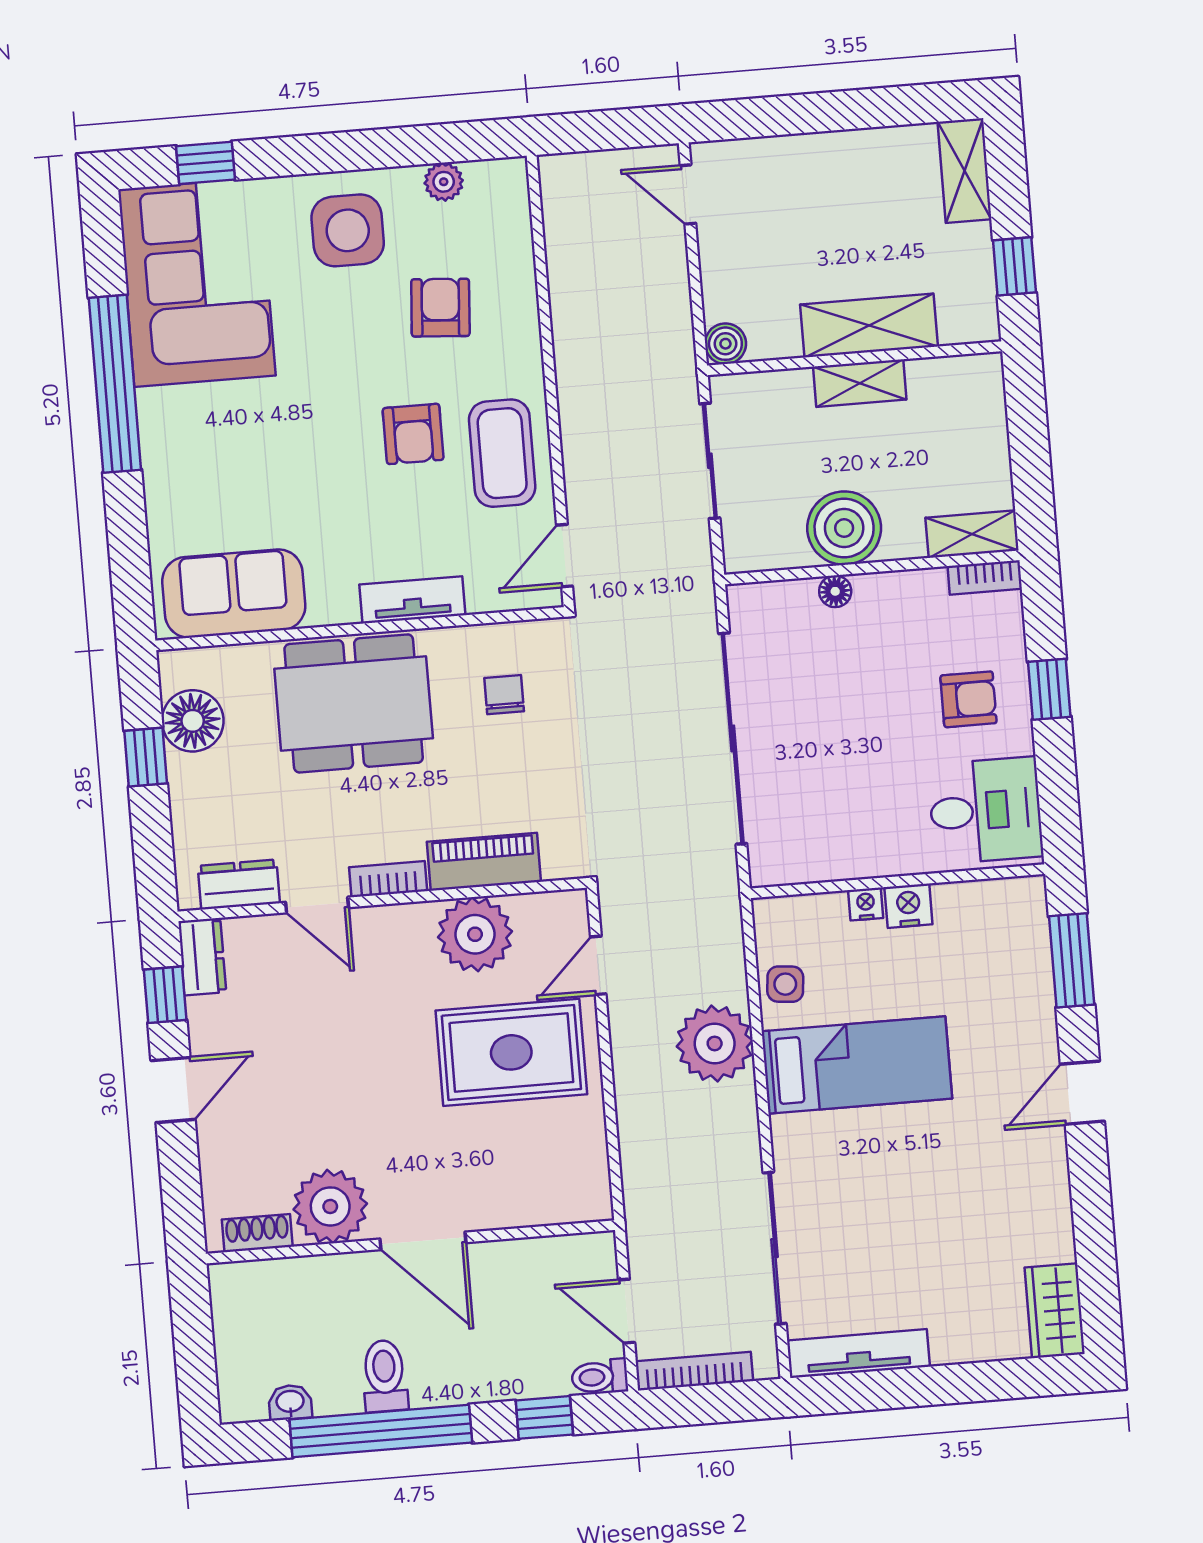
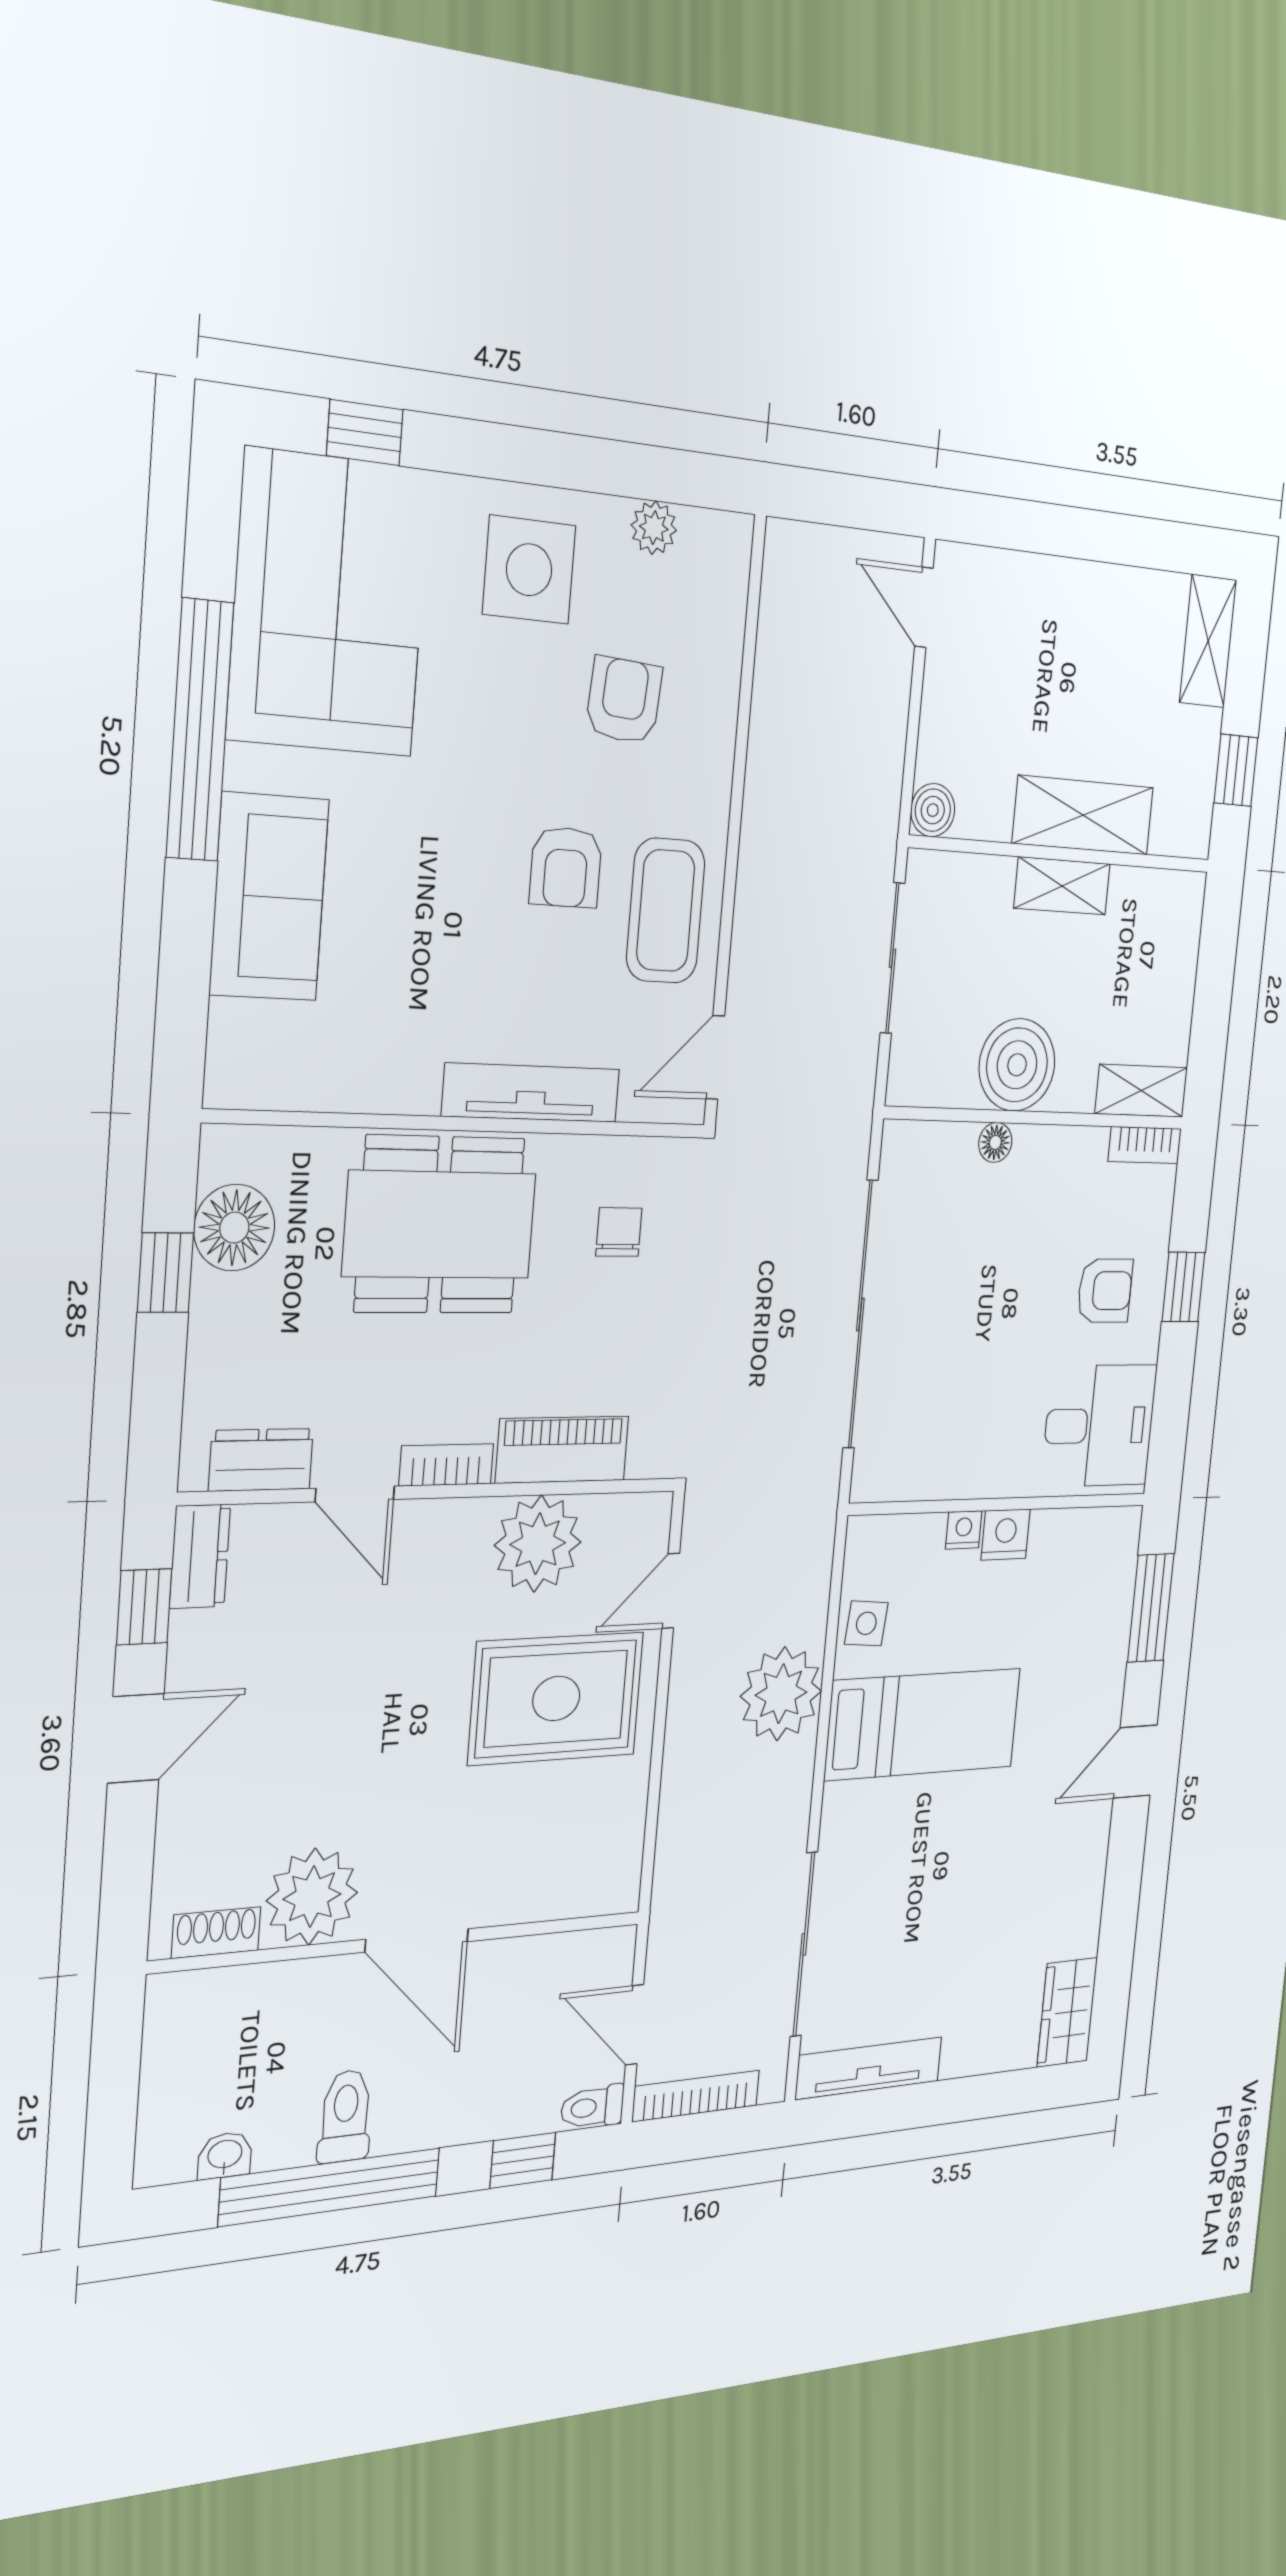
sofa: (234, 594) -> (269, 897), moved, turned 90
tv unit: (412, 600) -> (531, 1093), width x1.41

